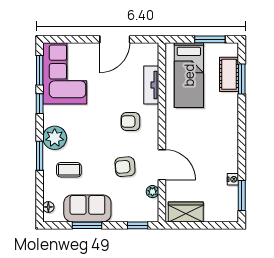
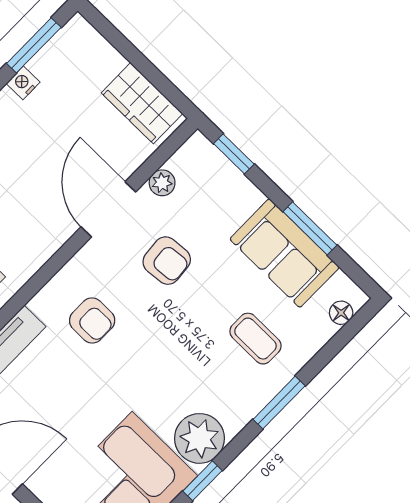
plant: (55, 138) -> (199, 438), moved

